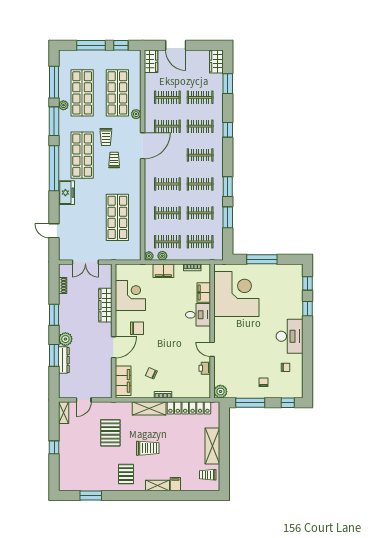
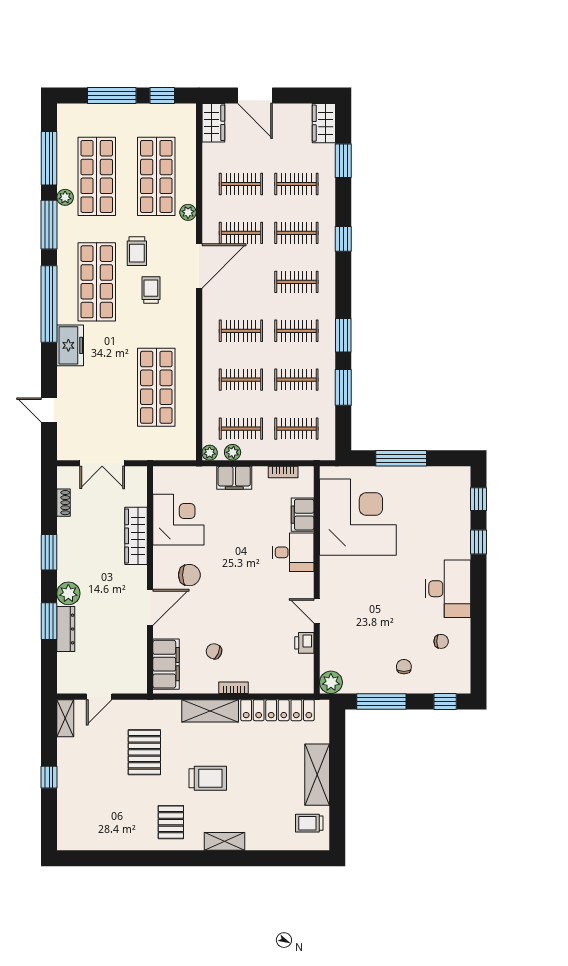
filing cabinet: (175, 484) -> (255, 839), removed
window: (91, 495) -> (111, 858), removed

